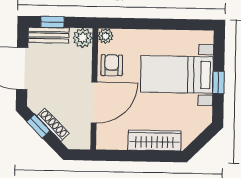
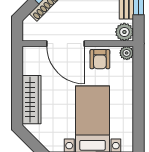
armchair: (112, 65) -> (100, 59), turned 90

